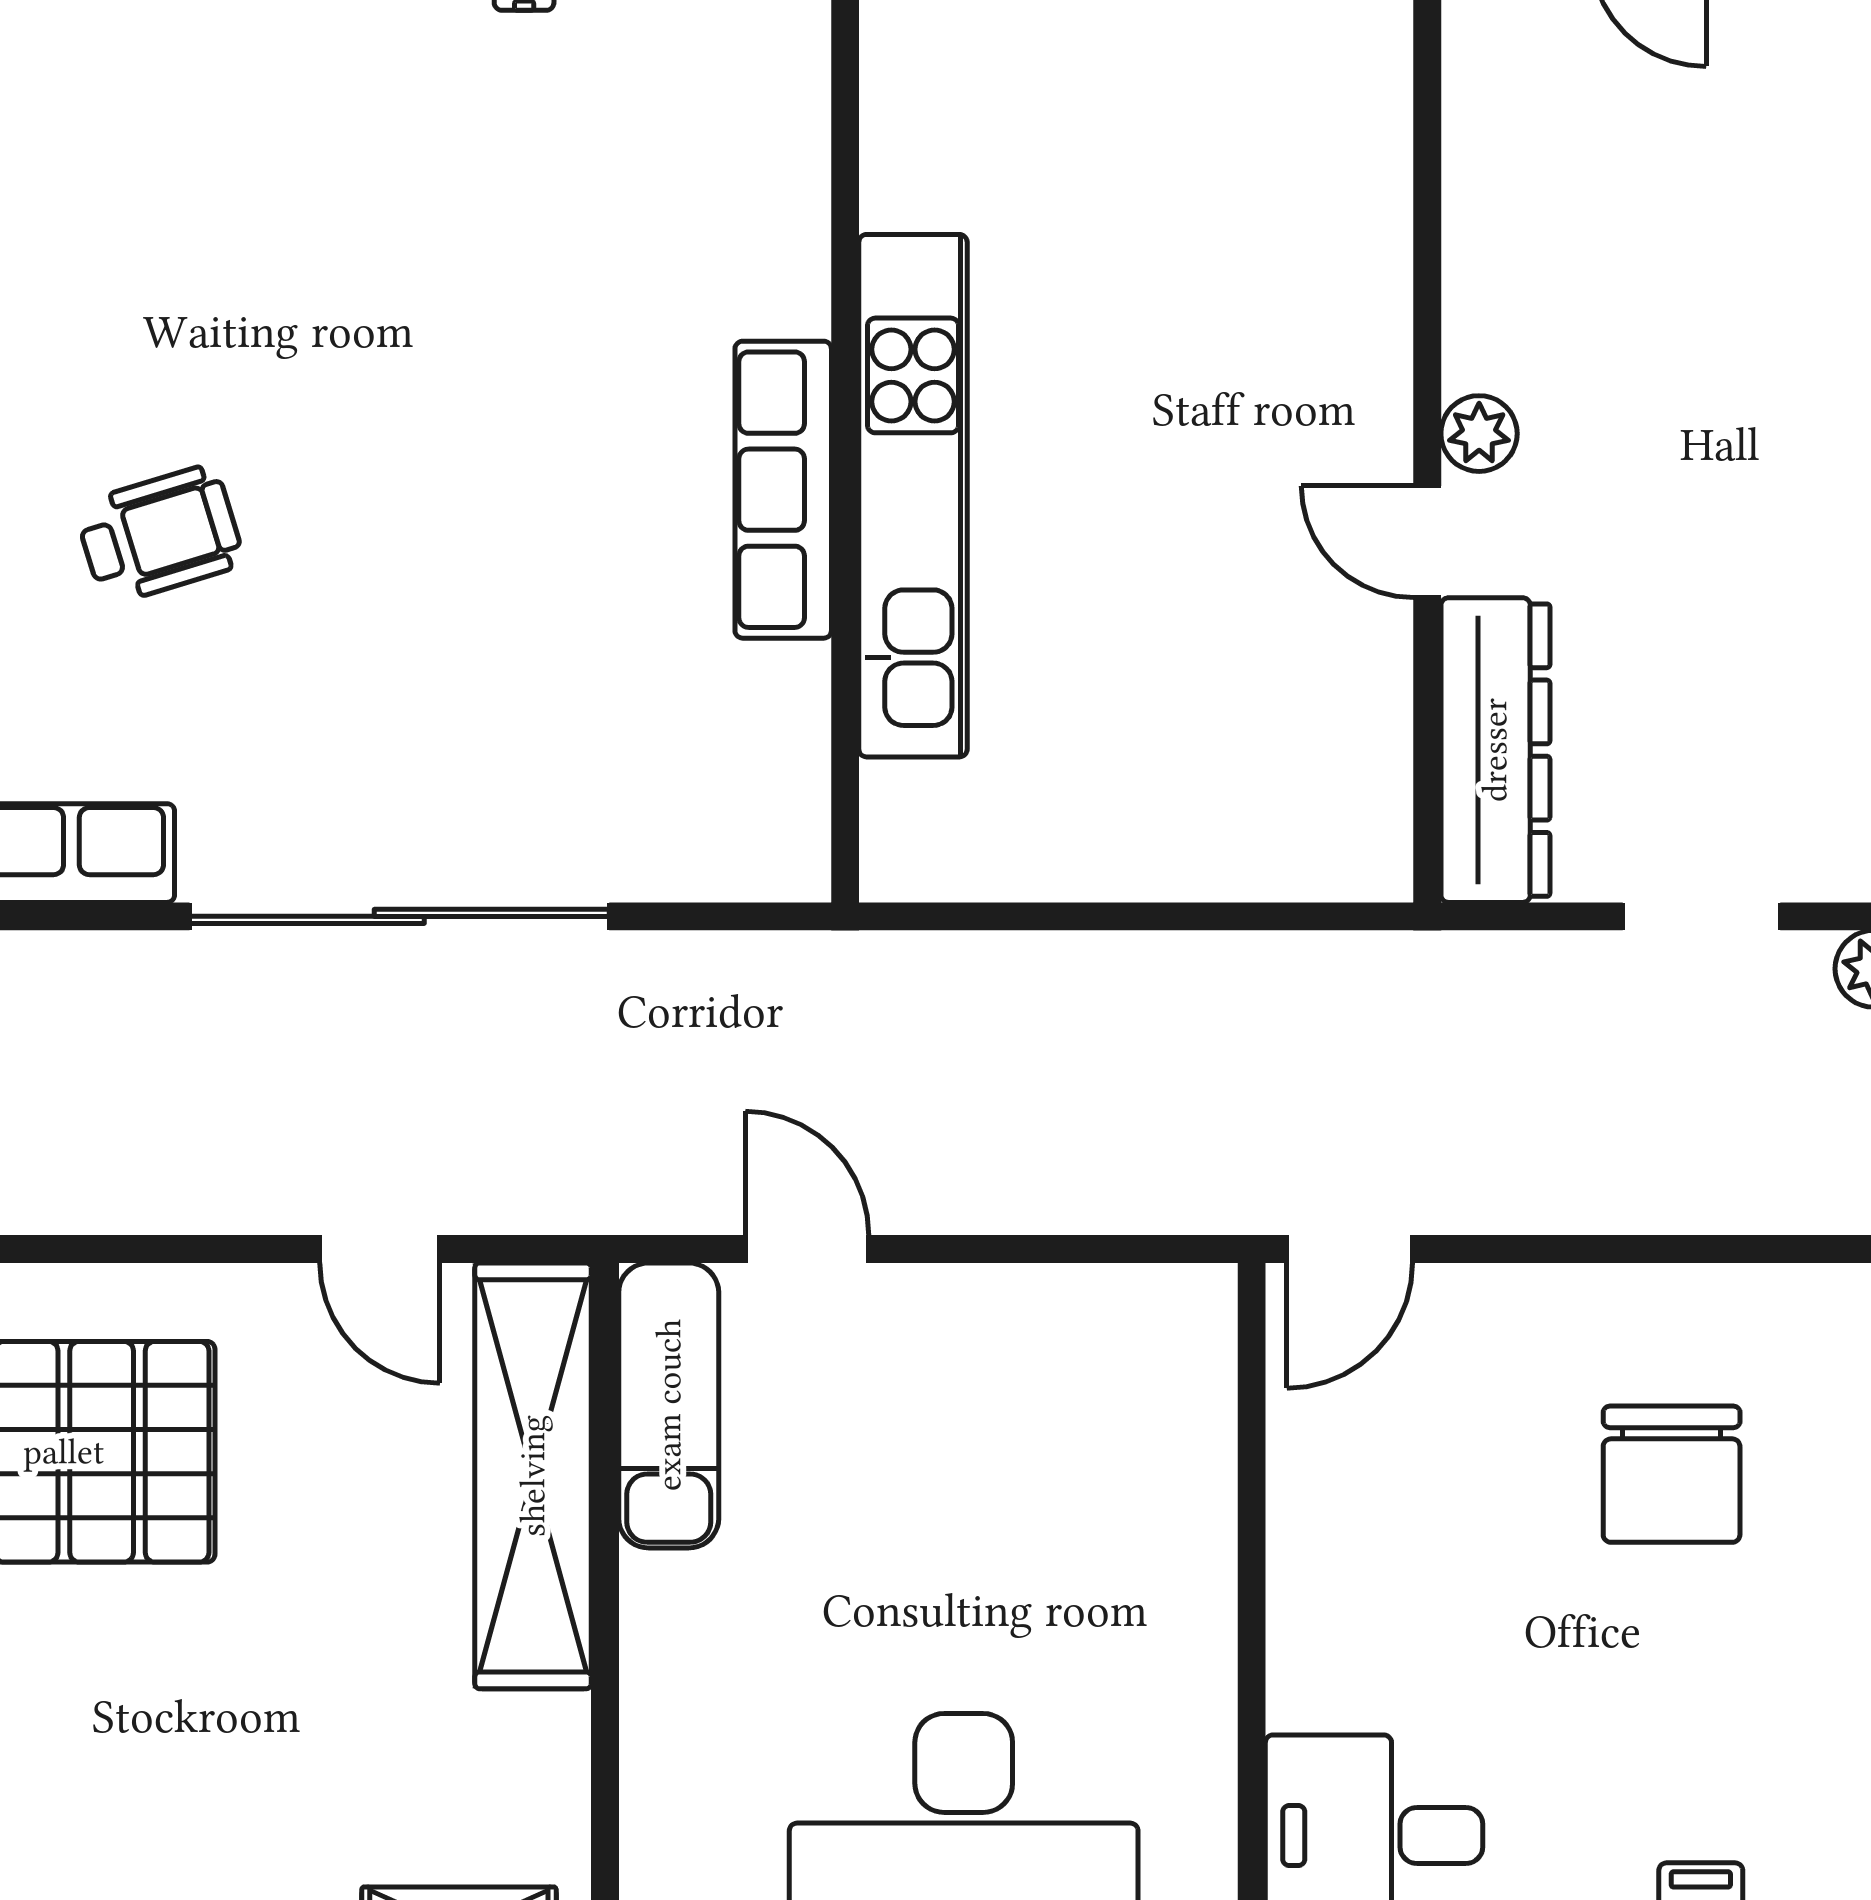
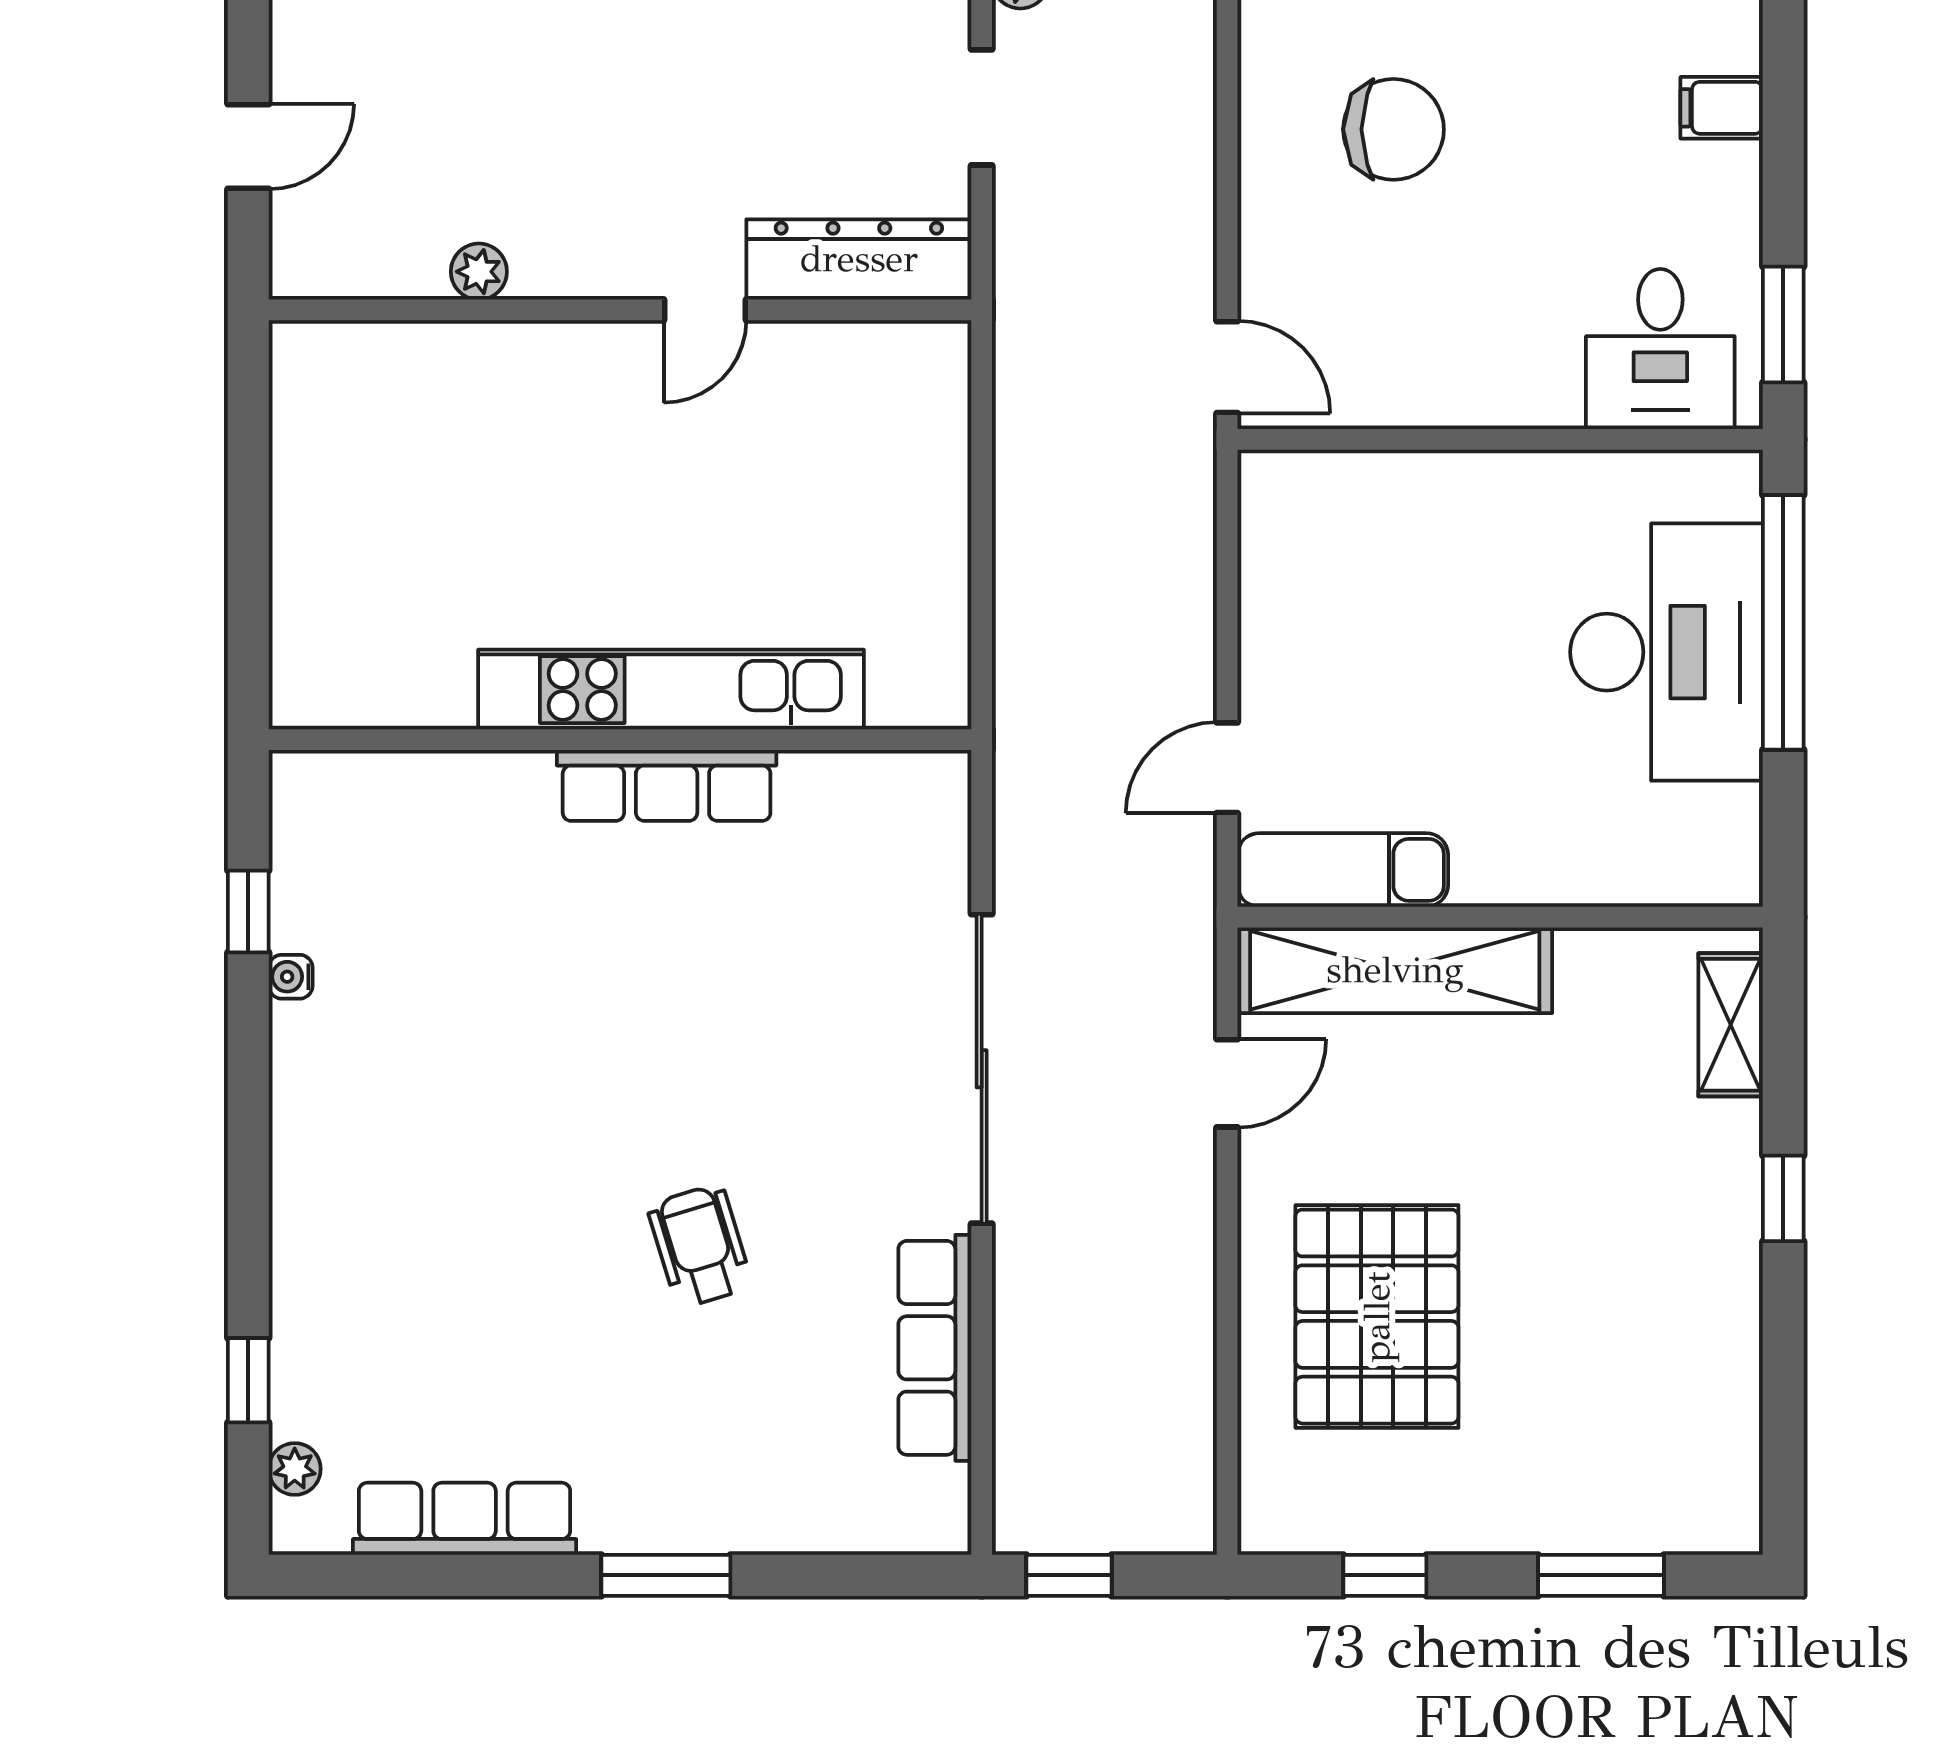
plant: (1479, 434) -> (479, 272), moved

